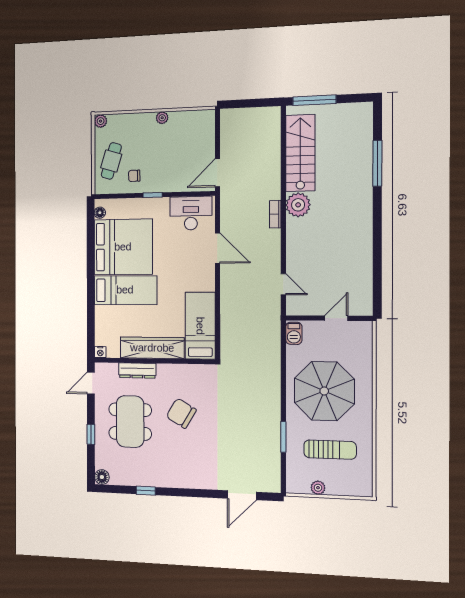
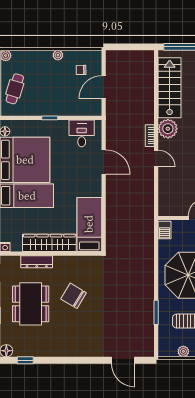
door: (217, 173) -> (104, 87), moved
chair: (134, 176) -> (81, 70), moved
desk: (191, 213) -> (82, 133), width x0.73
door: (283, 284) -> (156, 159), moved
window: (146, 491) -> (25, 360), moved
door: (242, 495) -> (123, 360), hinge flipped

